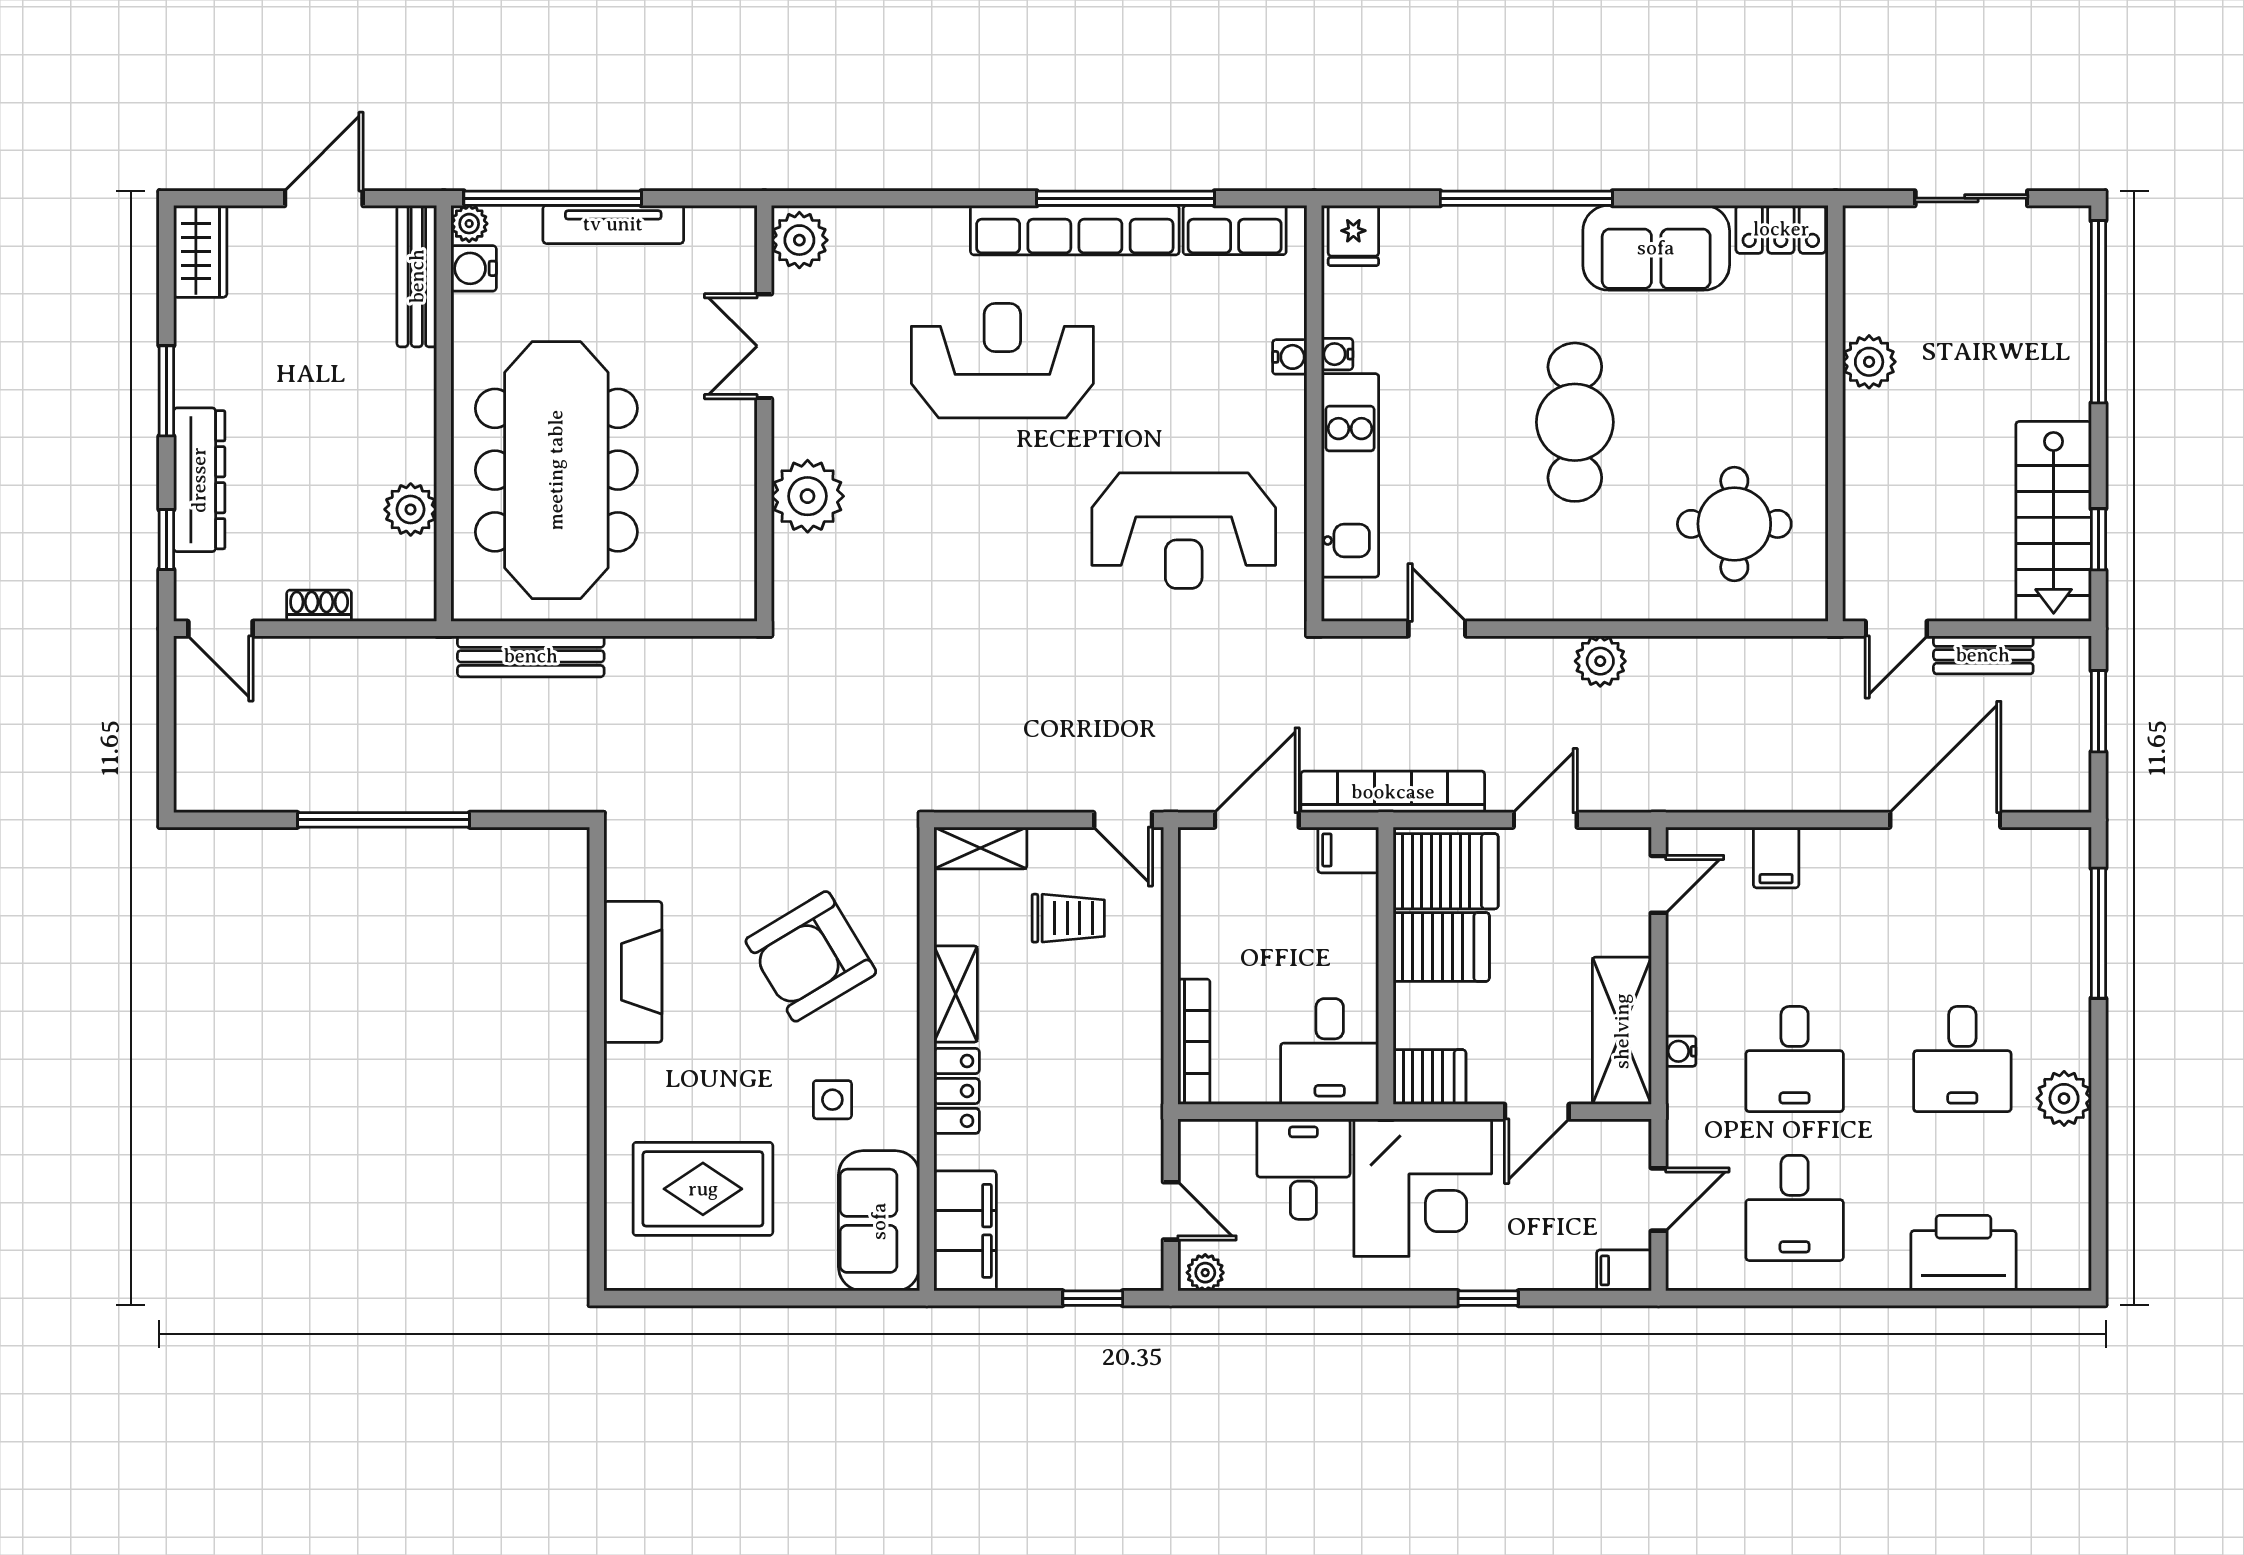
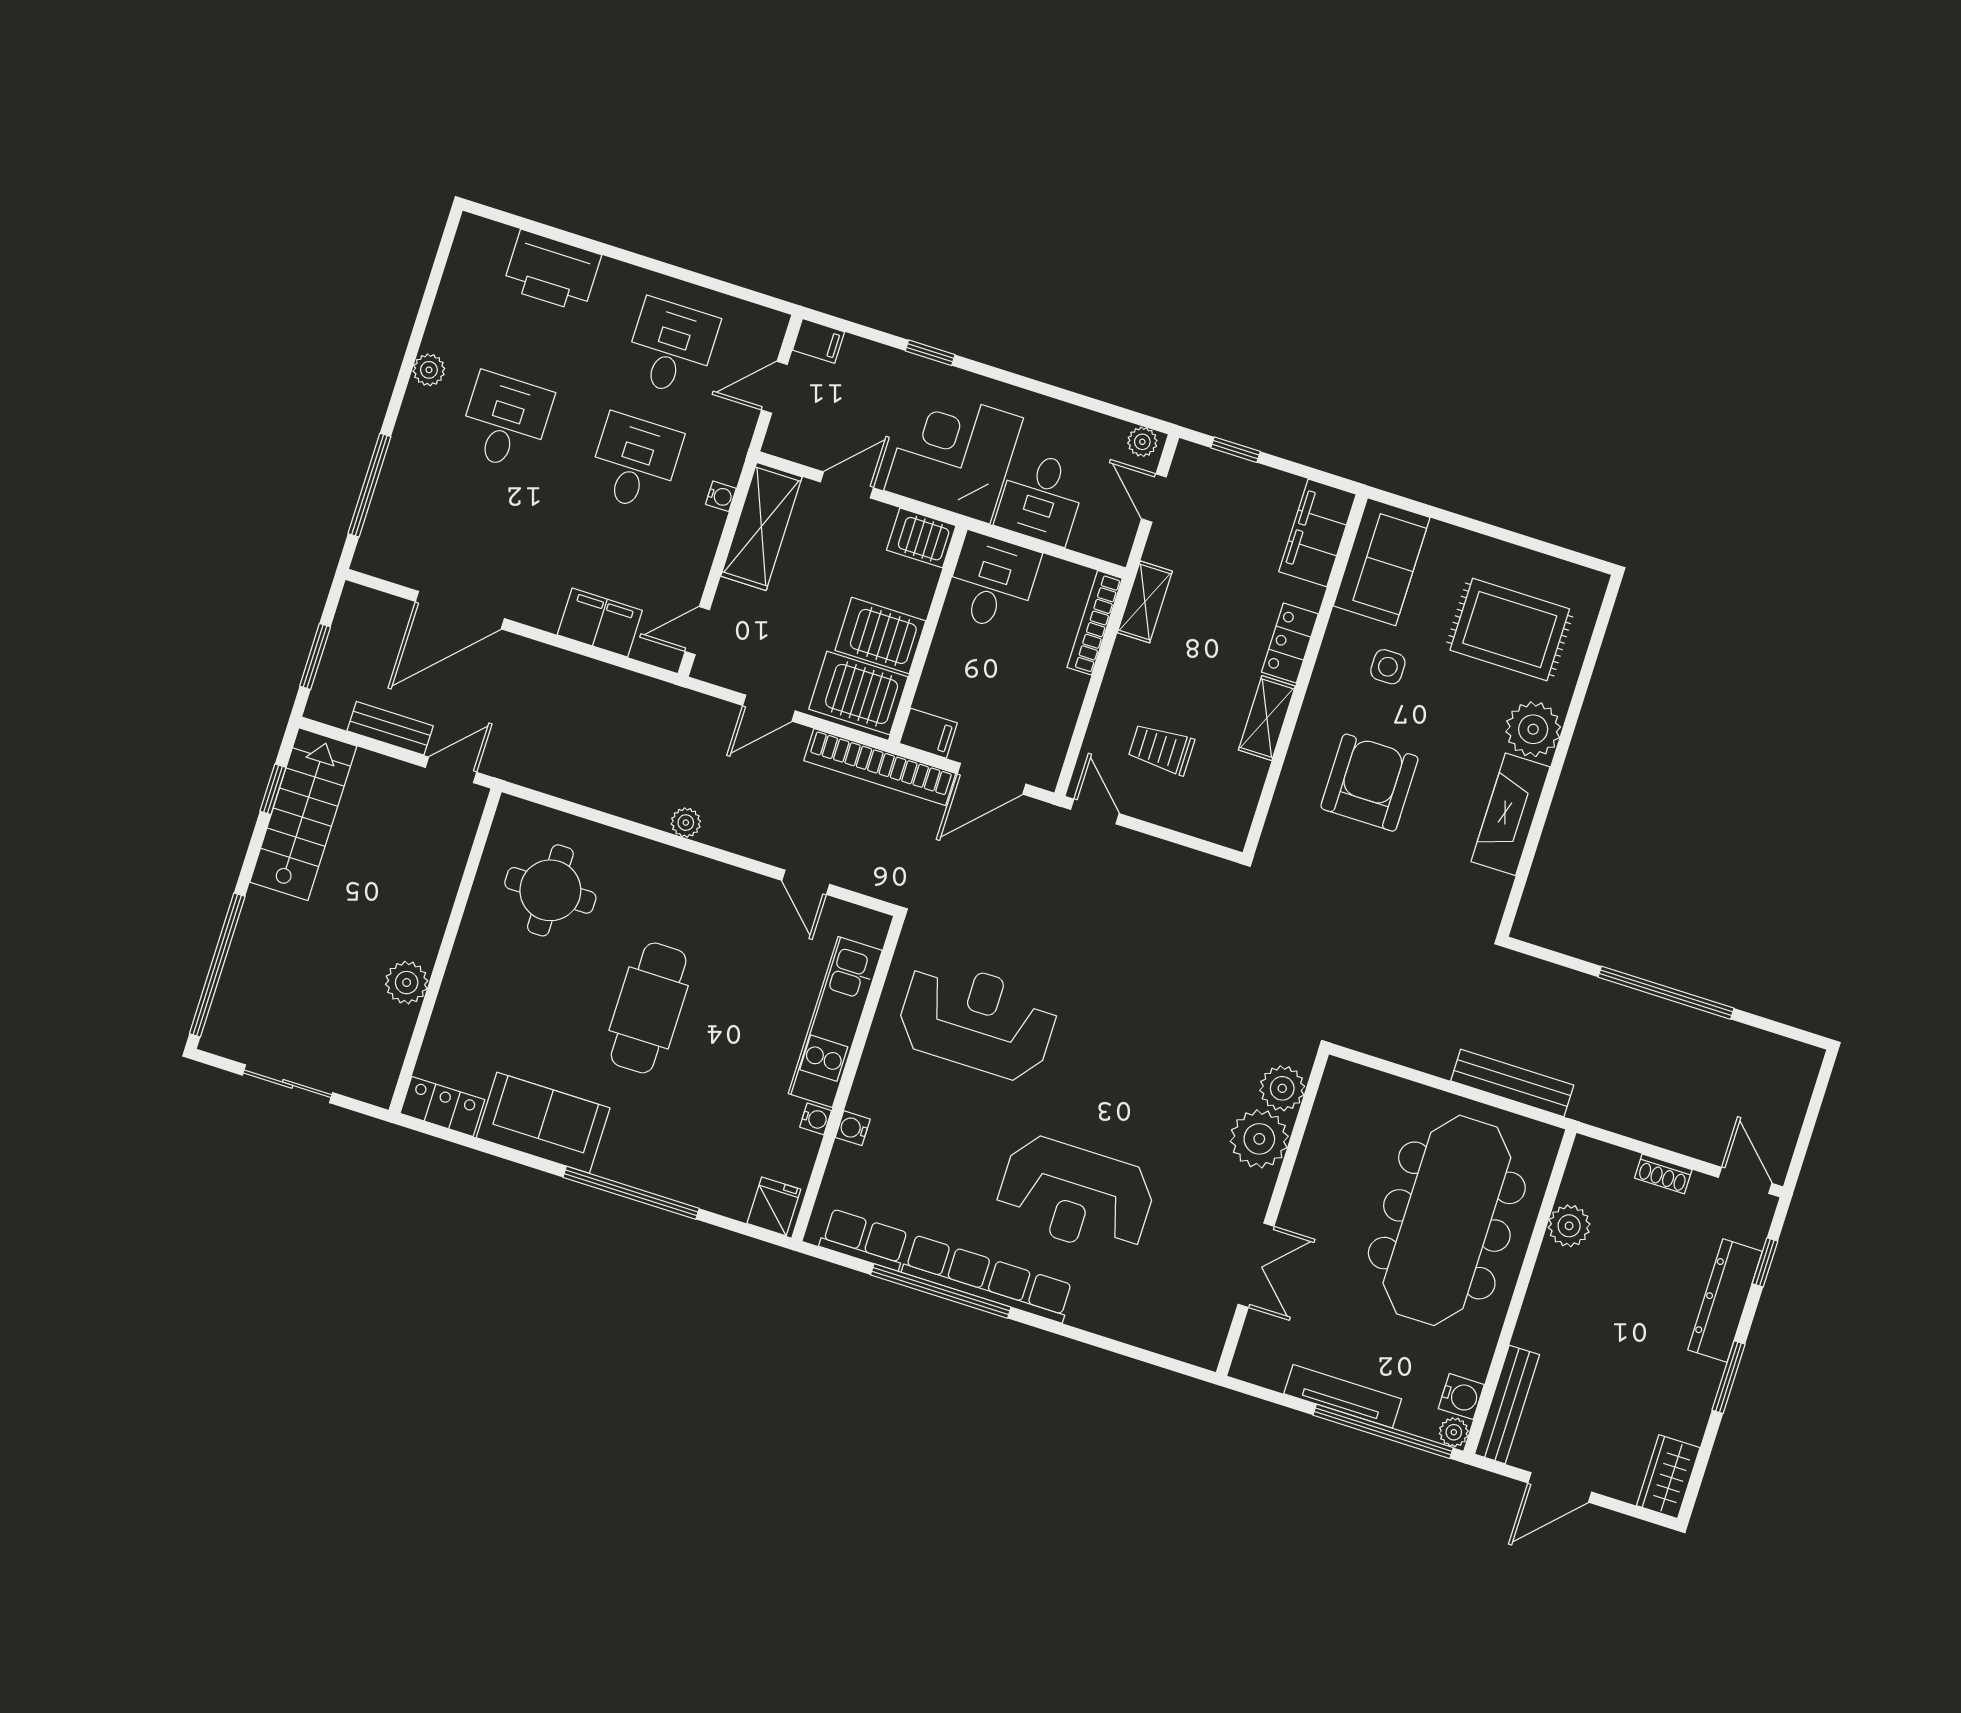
plant: (799, 240) -> (1282, 1088), moved
plant: (1600, 661) -> (686, 823), width x0.73, depth x0.73
shelving: (980, 848) -> (1145, 602), moved, turned 90
filing cabinet: (1776, 857) -> (600, 623), width x2.00
armchair: (811, 956) -> (1369, 783), turned -59
plant: (638, 1080) -> (1533, 729), added
plant: (2064, 1098) -> (429, 370), width x0.73, depth x0.73

